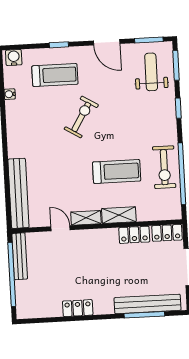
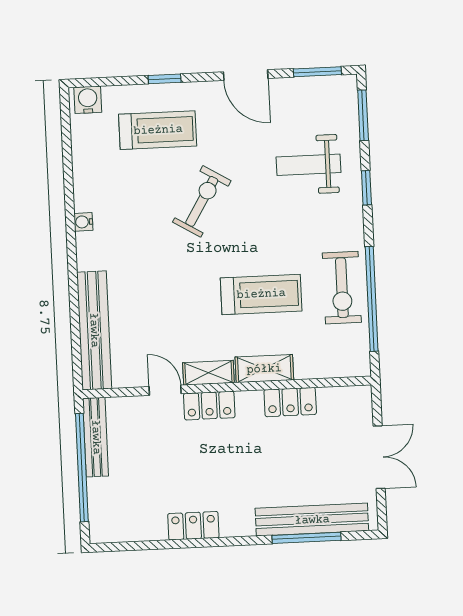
weight bench: (151, 72) -> (308, 165), moved, turned -90
water cooler: (10, 94) -> (83, 222), moved
locker: (167, 233) -> (209, 406), moved

